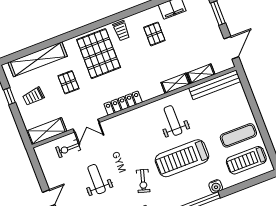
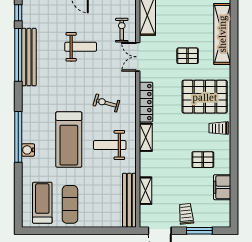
shelving: (175, 83) -> (146, 137), moved
trolley: (33, 96) -> (186, 214), moved
weight bench: (173, 121) -> (110, 145), turned 180
treadmill: (182, 158) -> (69, 140), turned 180
exercise bike: (143, 181) -> (106, 103), moved
water cooler: (216, 186) -> (28, 150), moved

